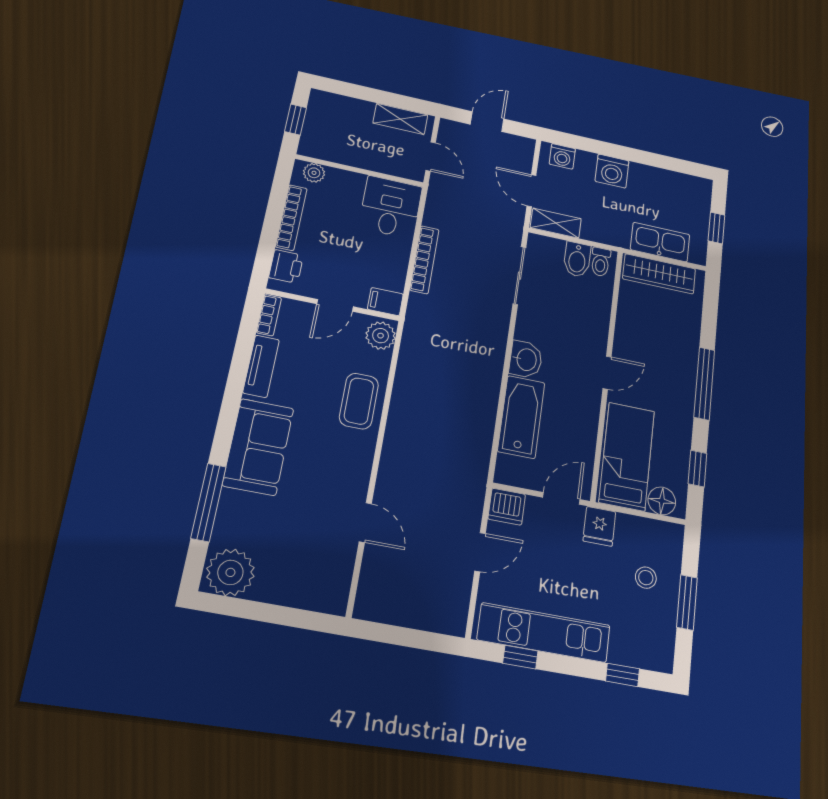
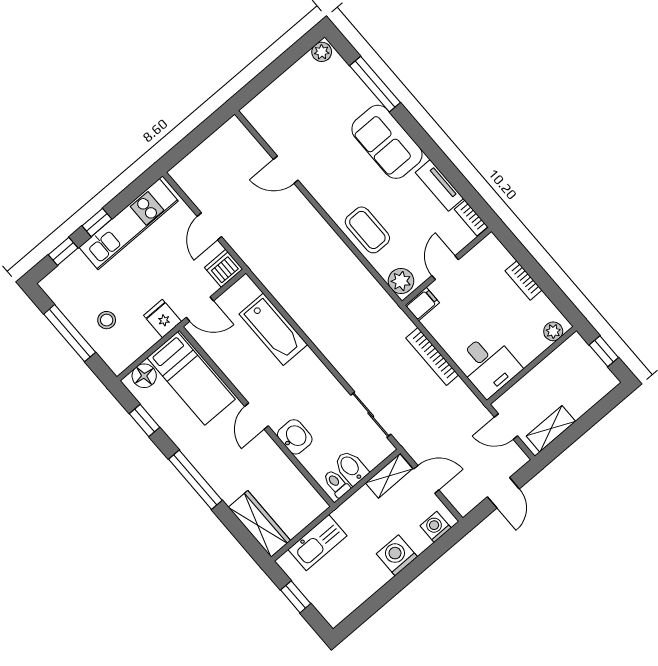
bookcase: (291, 218) -> (524, 280), width x0.64
printer: (286, 266) -> (497, 257), removed
wardrobe: (659, 274) -> (259, 524), moved, turned 90
washbasin: (526, 359) -> (295, 437), moved, turned 180
door: (561, 498) -> (200, 309), hinge flipped
plant: (230, 572) -> (322, 52), width x0.53, depth x0.53
window: (687, 602) -> (70, 333), width x1.44
window: (520, 657) -> (97, 222), moved

